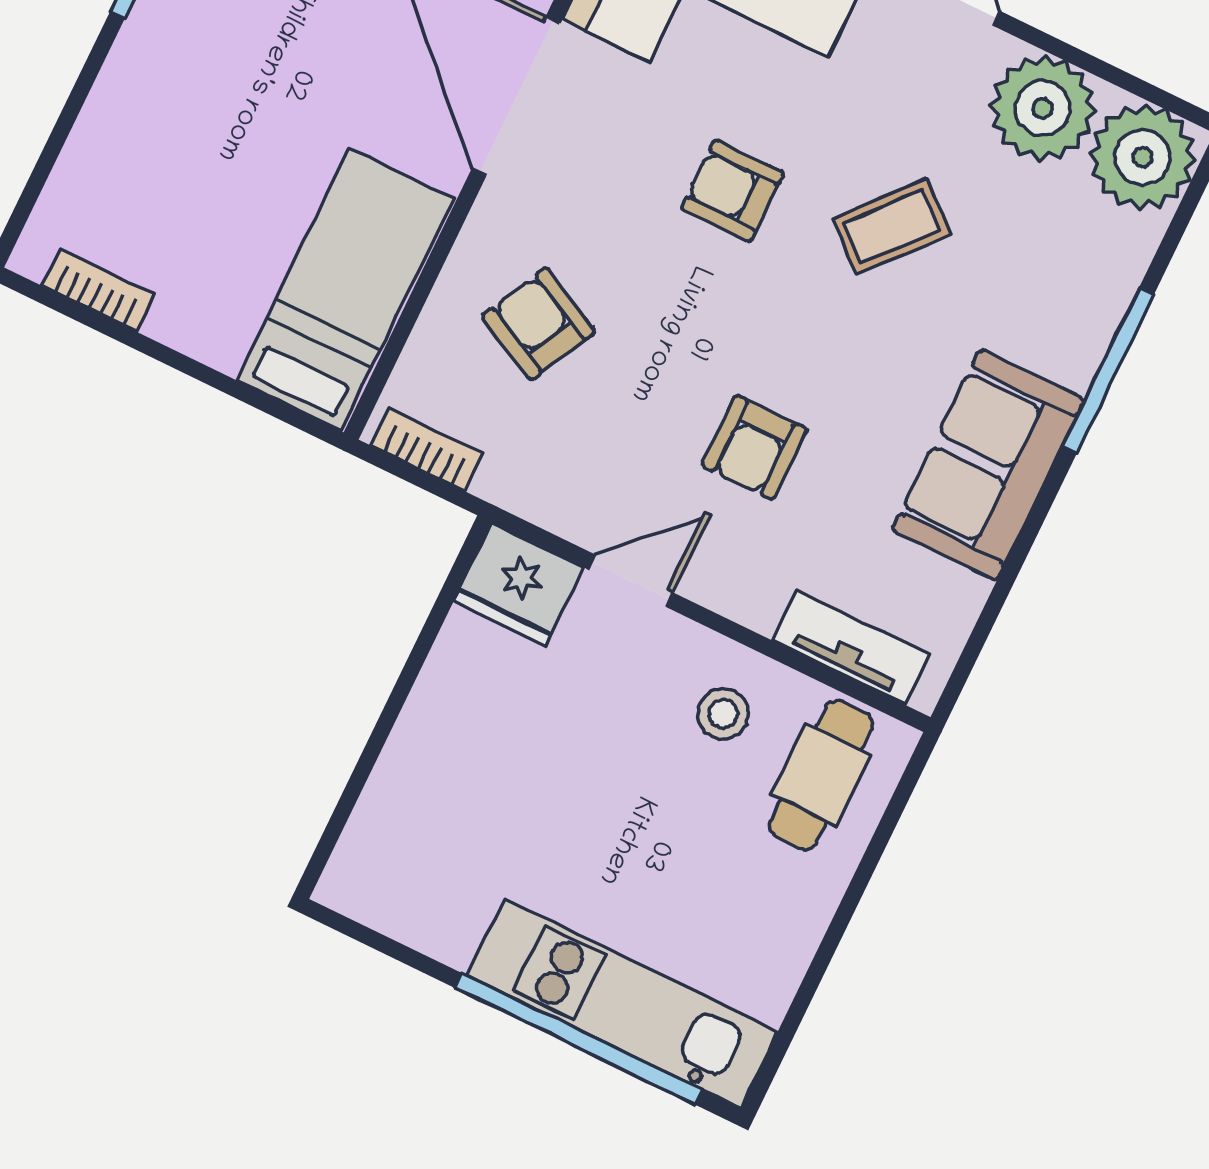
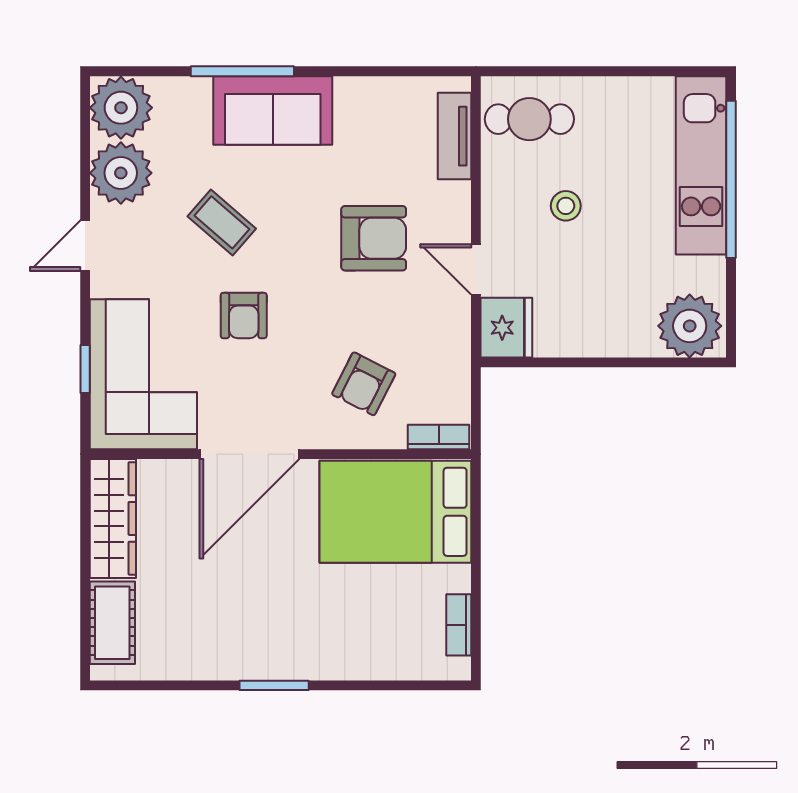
bed: (345, 290) -> (395, 512), width x1.50
armchair: (754, 447) -> (374, 238), width x1.38, depth x1.38
bookcase: (427, 450) -> (439, 437), moved, turned 90
sofa: (988, 465) -> (273, 110), moved
stool: (723, 714) -> (566, 206), moved
plant: (385, 866) -> (690, 326), added

